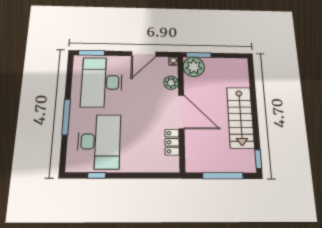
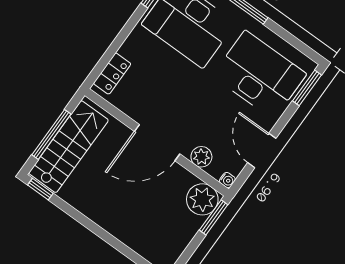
stairs: (240, 117) -> (69, 147), moved, turned 90
locker: (172, 142) -> (112, 74), moved, turned 90

